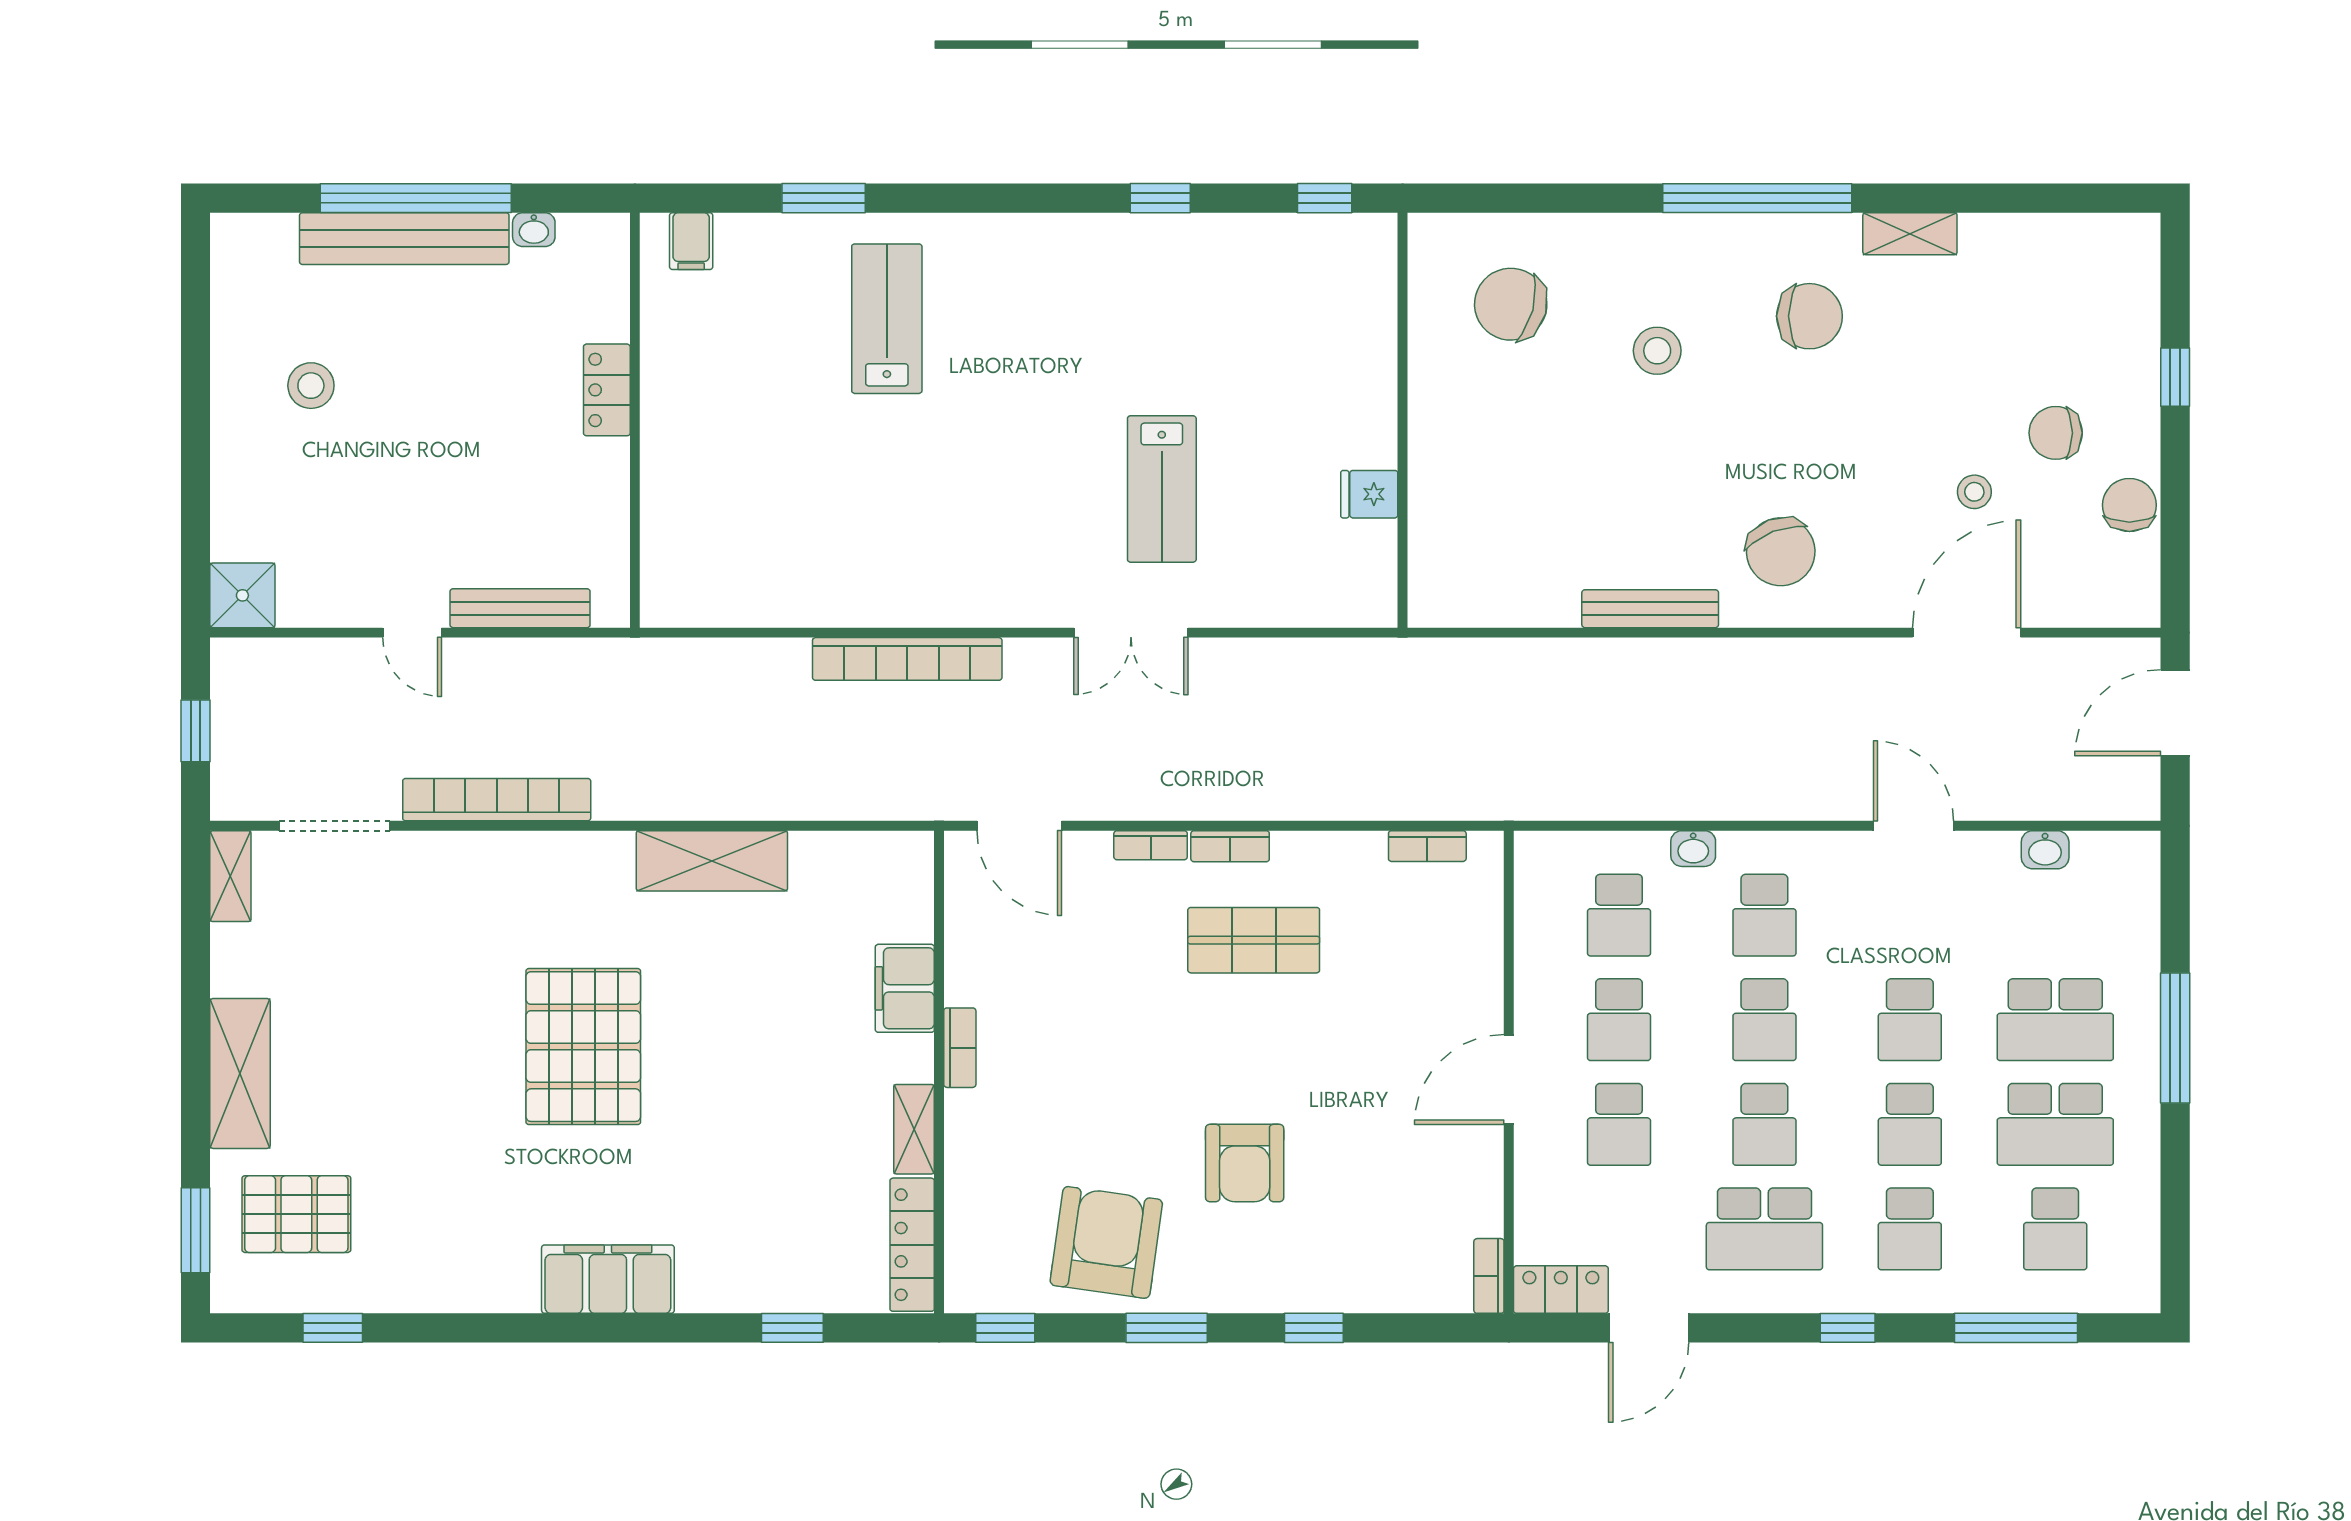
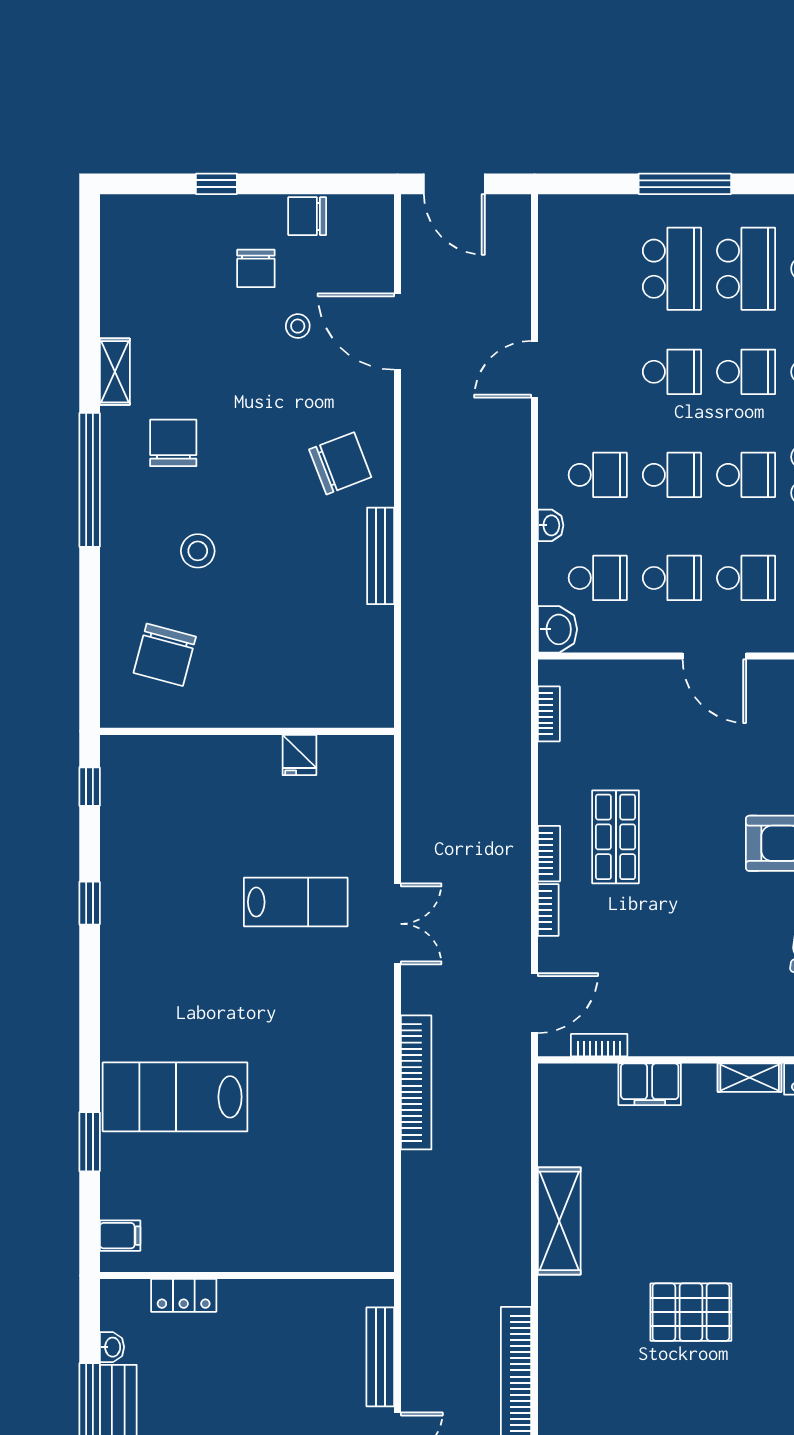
lab bench: (887, 319) -> (175, 1097), width x1.36, depth x1.39
locker: (607, 390) -> (184, 1295), moved
washbasin: (2045, 850) -> (558, 629), moved, width x1.38, depth x1.45
pallet: (583, 1047) -> (691, 1312), width x0.73, depth x0.71
bookcase: (960, 1048) -> (599, 1045), moved

